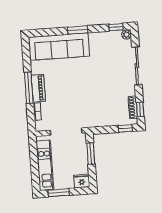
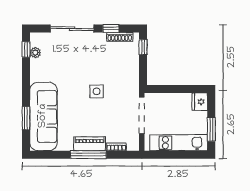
window: (78, 30) -> (26, 118), moved
plant: (127, 34) -> (35, 53), moved
side table: (84, 91) -> (97, 91), added
window: (140, 109) -> (111, 29), moved
window: (91, 154) -> (169, 89), removed

